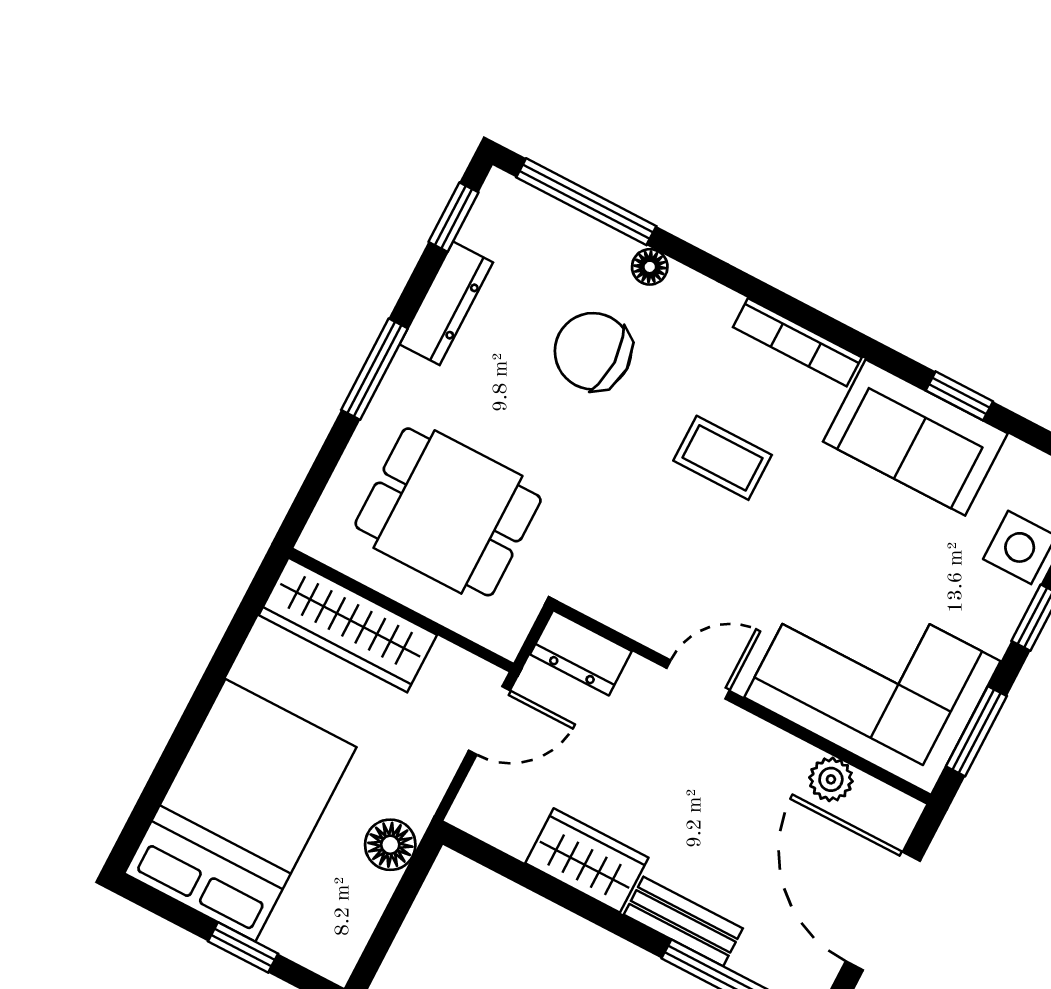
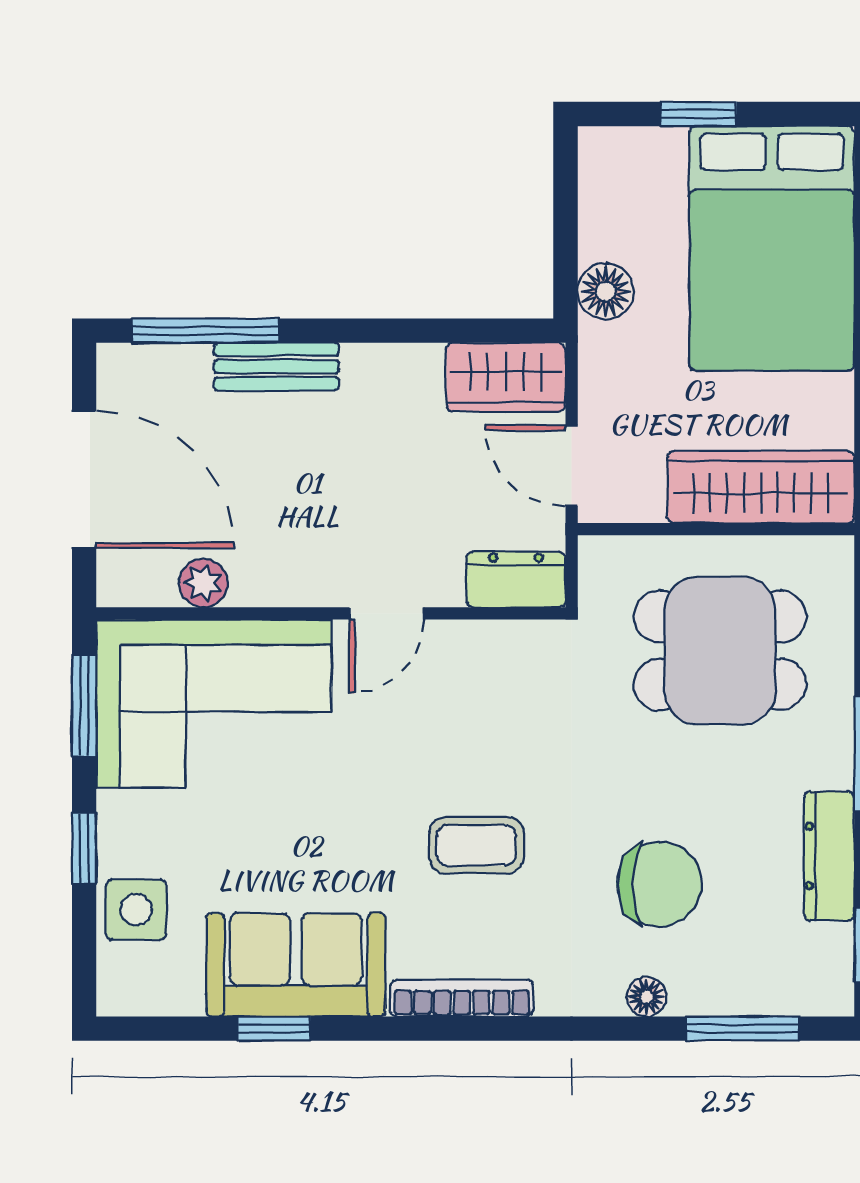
window: (586, 202) -> (743, 1029), width x0.69
door: (489, 721) -> (572, 465), hinge flipped
wardrobe: (587, 860) -> (506, 377), moved

